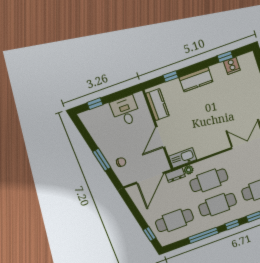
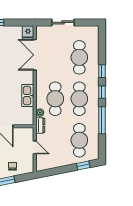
kitchen sink: (183, 158) -> (28, 96), moved
door: (150, 178) -> (35, 147), width x0.53

